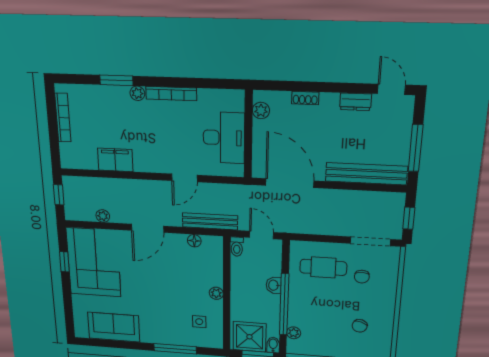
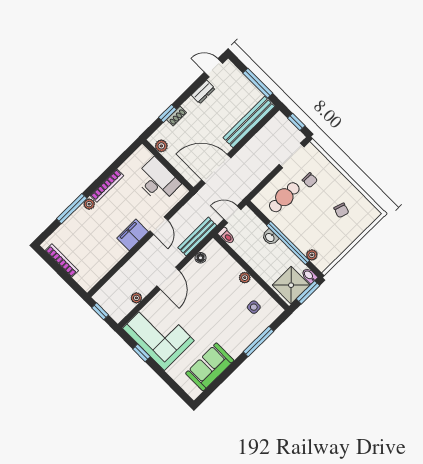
window: (116, 80) -> (72, 209), width x1.44
window: (299, 86) -> (167, 113), added
filing cabinet: (115, 160) -> (133, 235), moved

